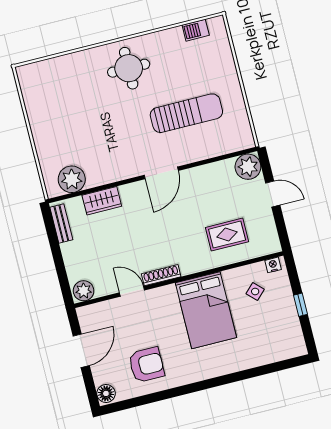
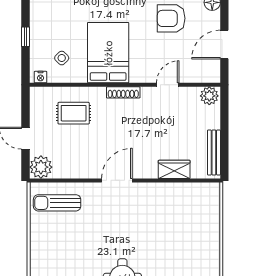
sun lounger: (186, 113) -> (57, 203), moved, width x0.73, depth x0.75
plant: (72, 179) -> (195, 194), removed
bench: (61, 223) -> (214, 152), width x1.36
shoe rack: (161, 275) -> (123, 92), moved
door: (132, 291) -> (168, 85), swing flipped

